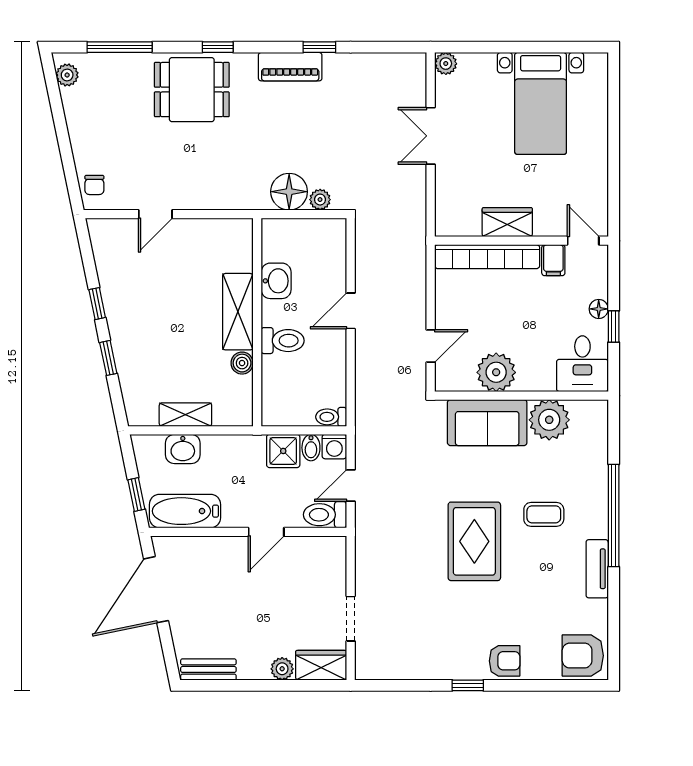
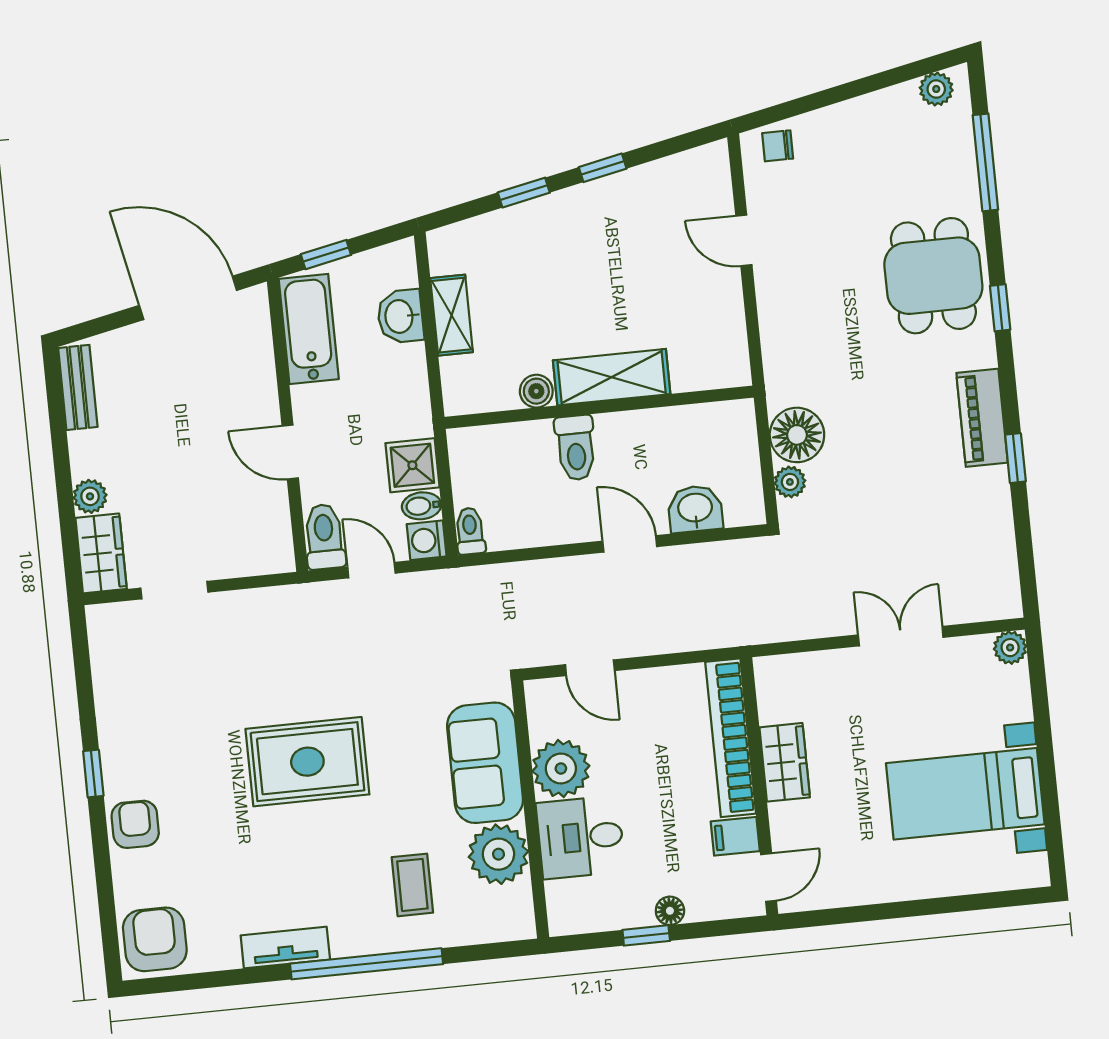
washbasin: (276, 281) -> (695, 509), moved, turned 180
desk: (582, 364) -> (581, 837), moved
coffee table: (544, 514) -> (412, 885), moved
armchair: (505, 661) -> (135, 824), turned 180

